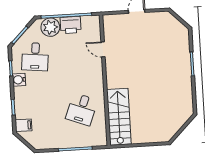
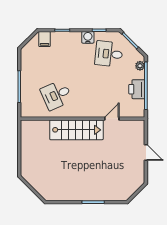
plant: (50, 27) -> (140, 66), width x0.53, depth x0.53
desk: (82, 109) -> (56, 95), turned -45
stairs: (119, 117) -> (76, 130), moved

